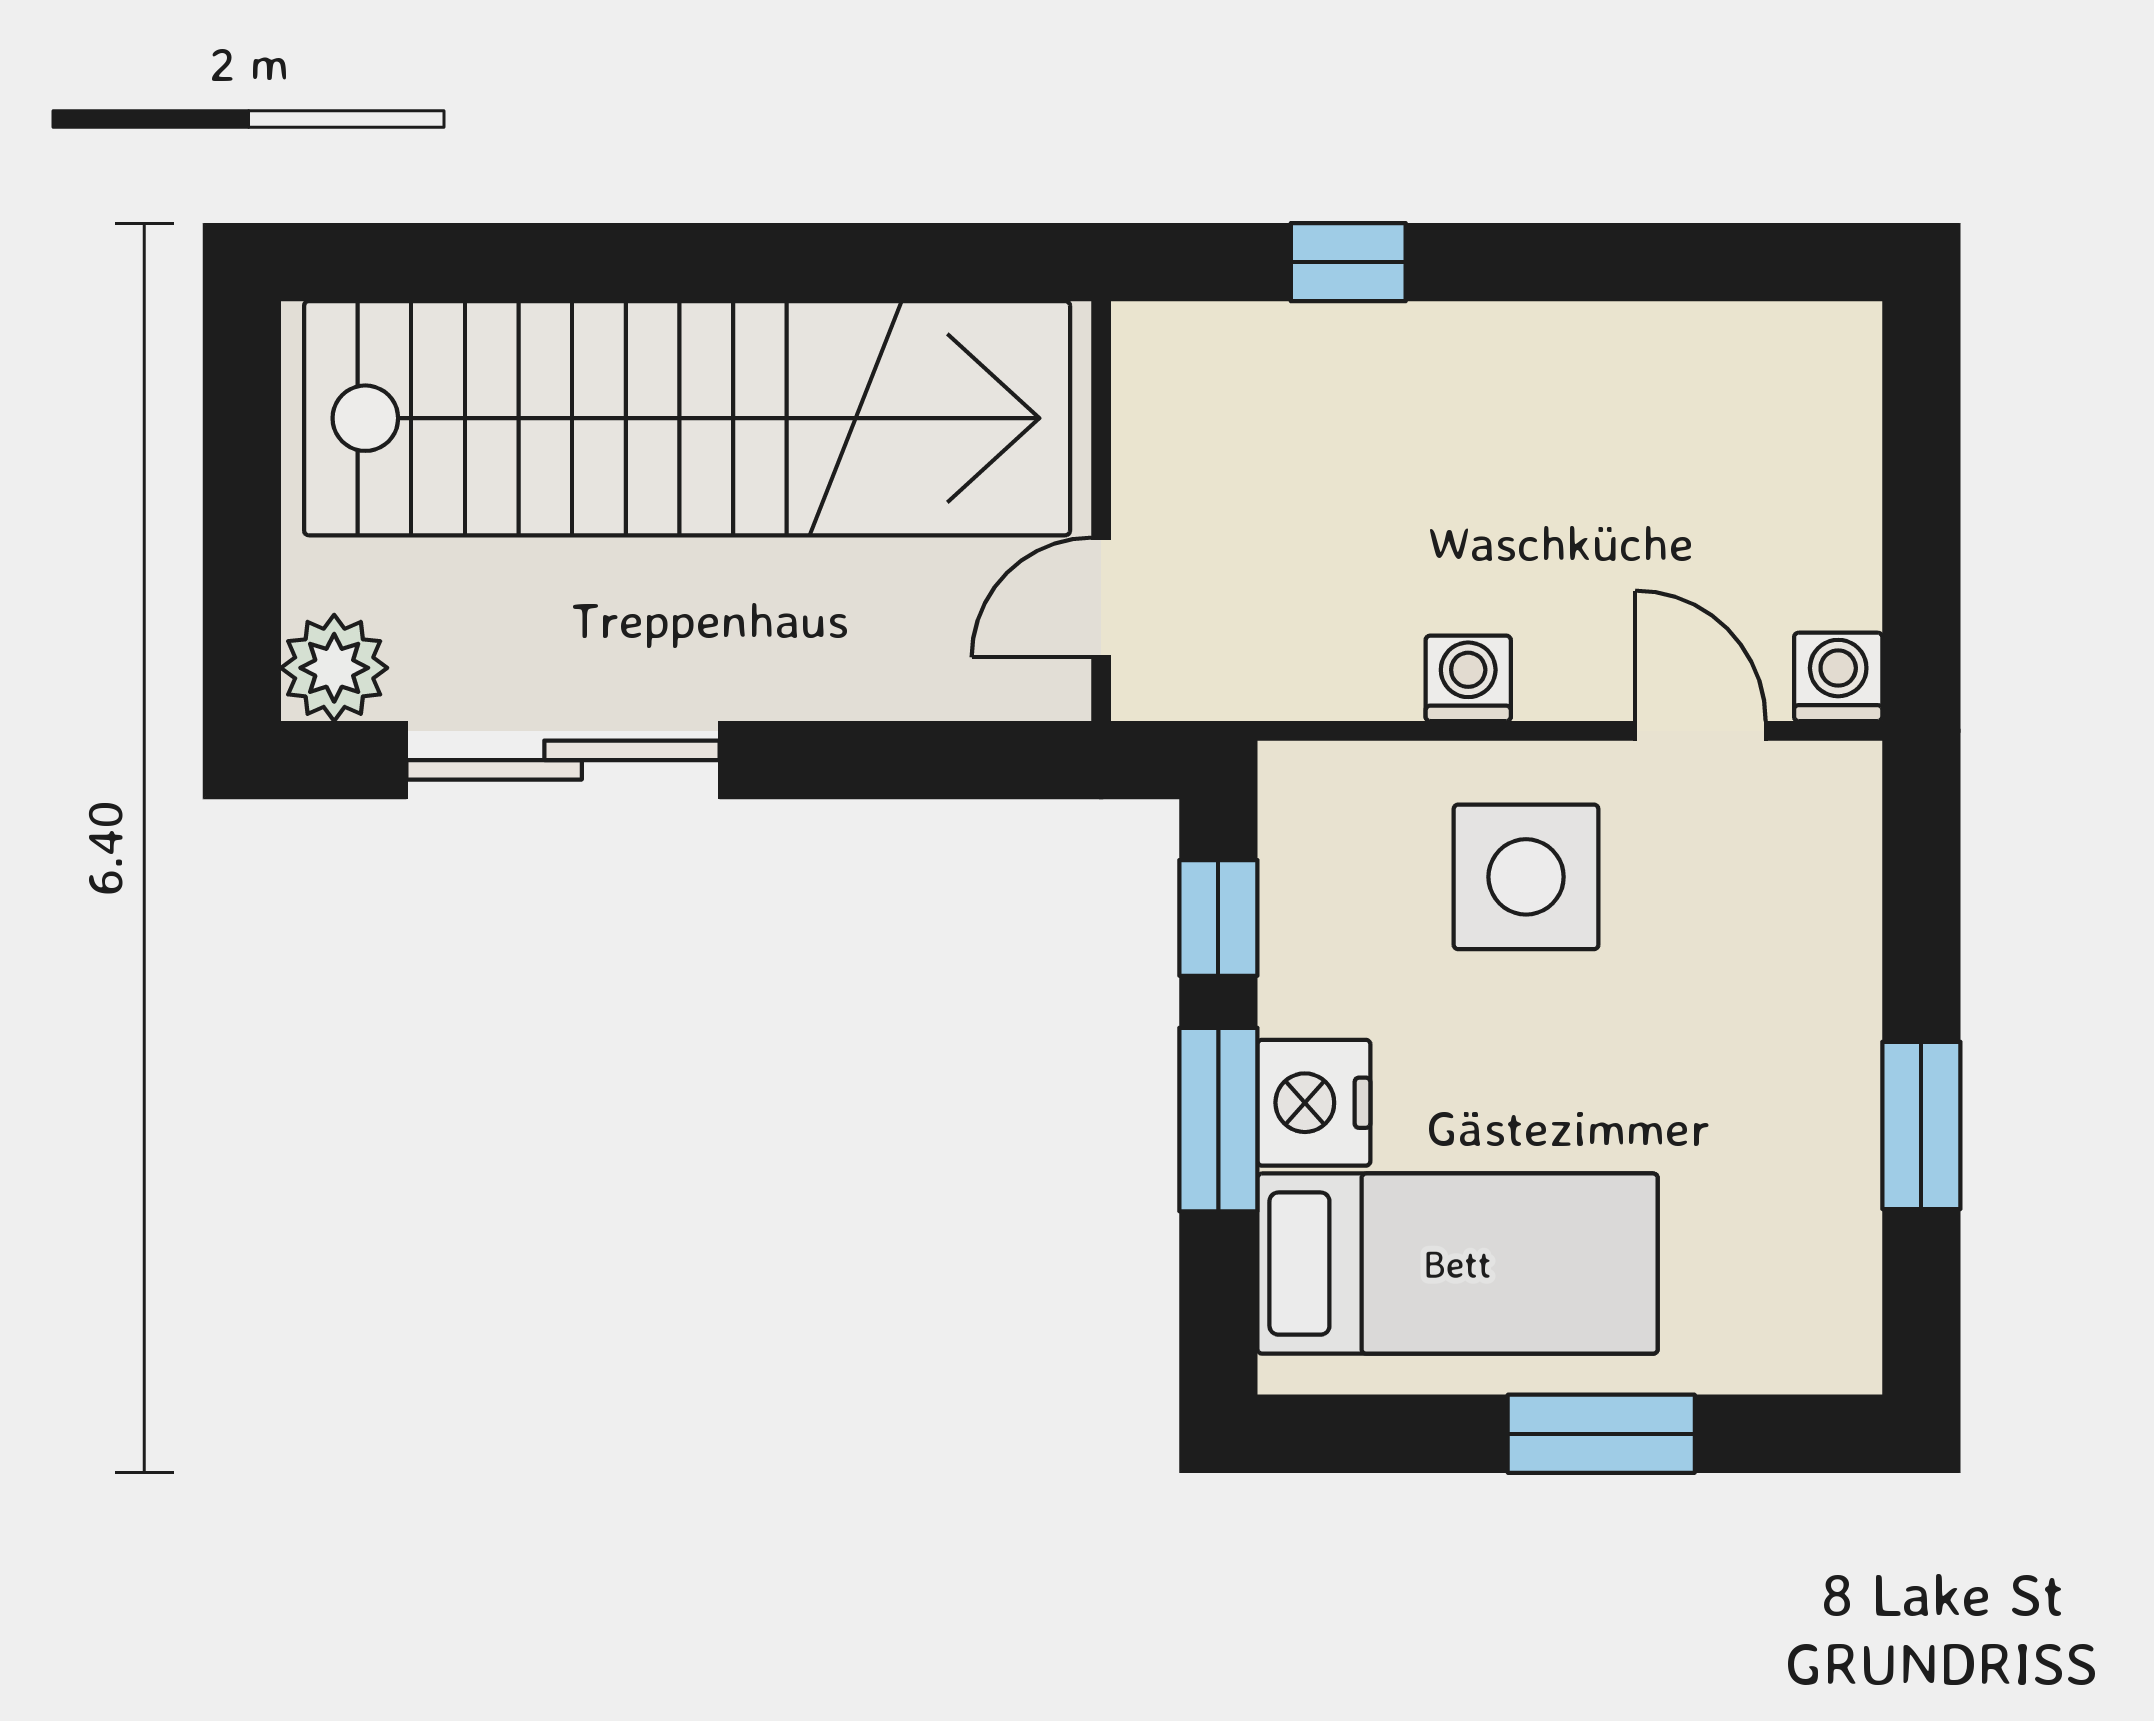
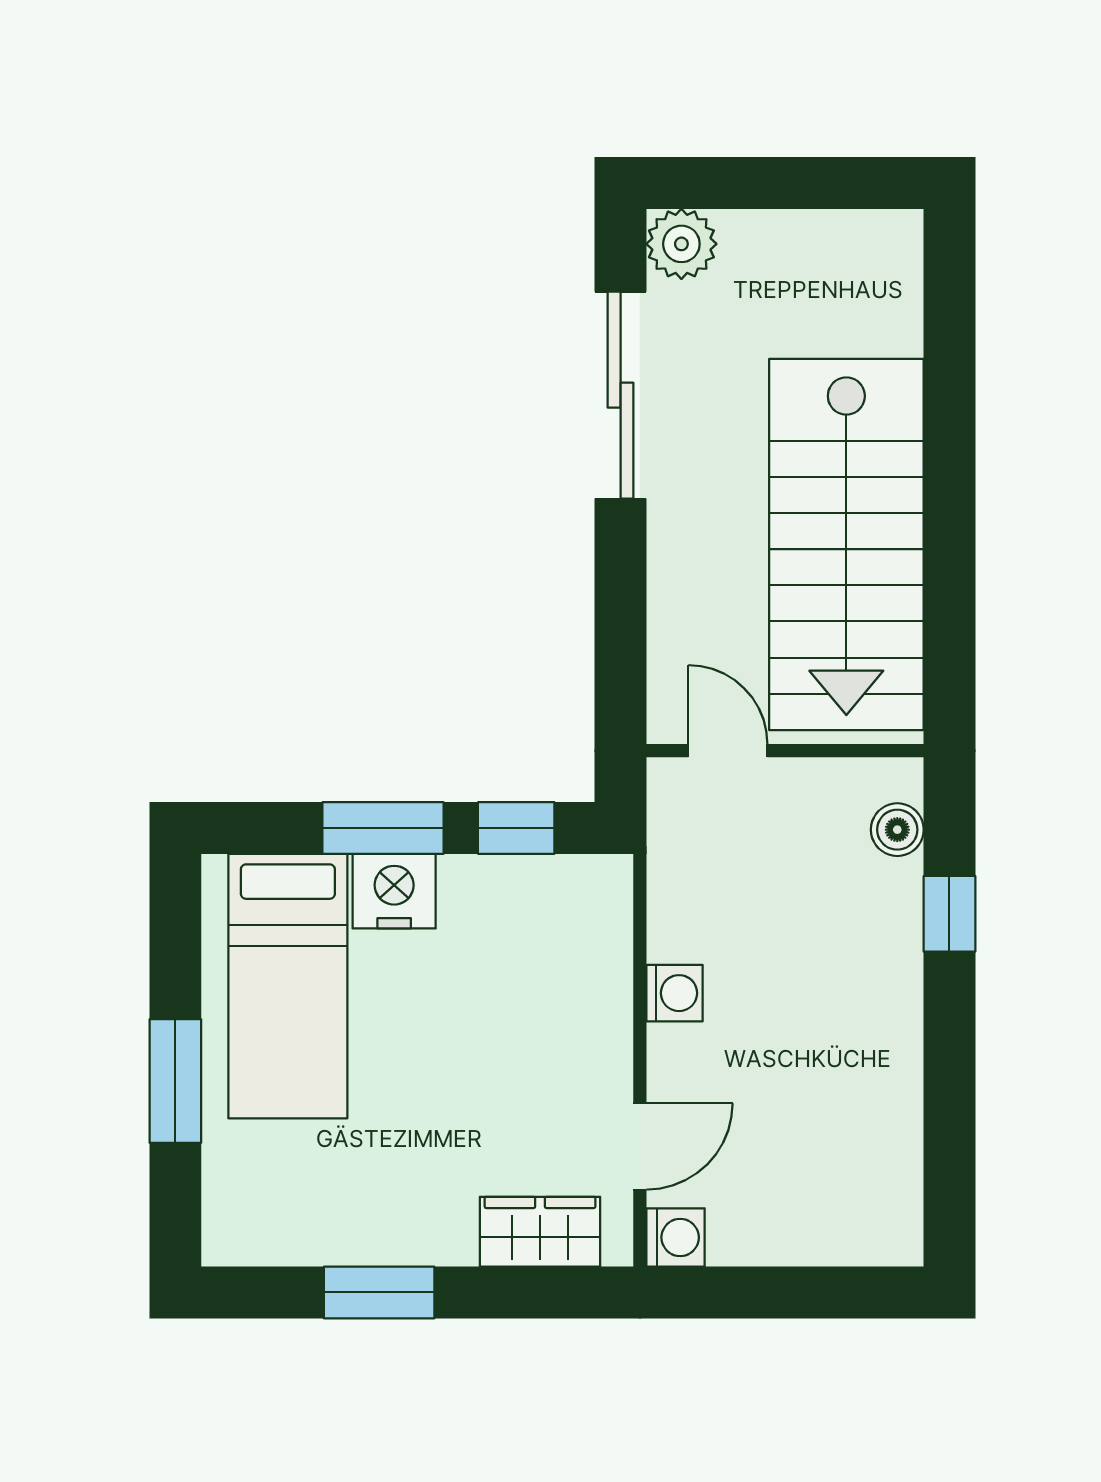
boiler: (1221, 341) -> (897, 830), added
stairs: (687, 418) -> (846, 544), width x0.73
side table: (1526, 877) -> (543, 1031), removed
wardrobe: (1829, 882) -> (540, 1232), added

